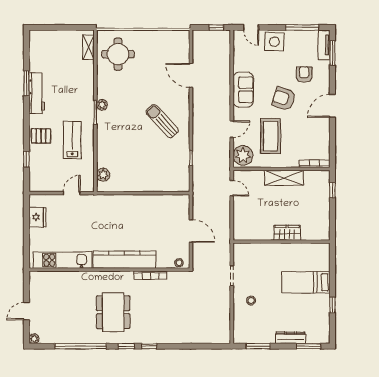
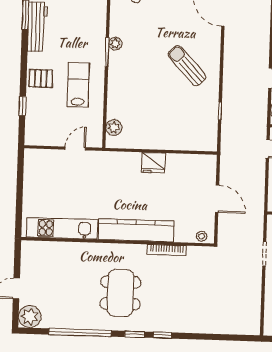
fridge: (37, 217) -> (153, 163), moved, turned 90
plant: (34, 339) -> (30, 317), width x1.88, depth x1.88

